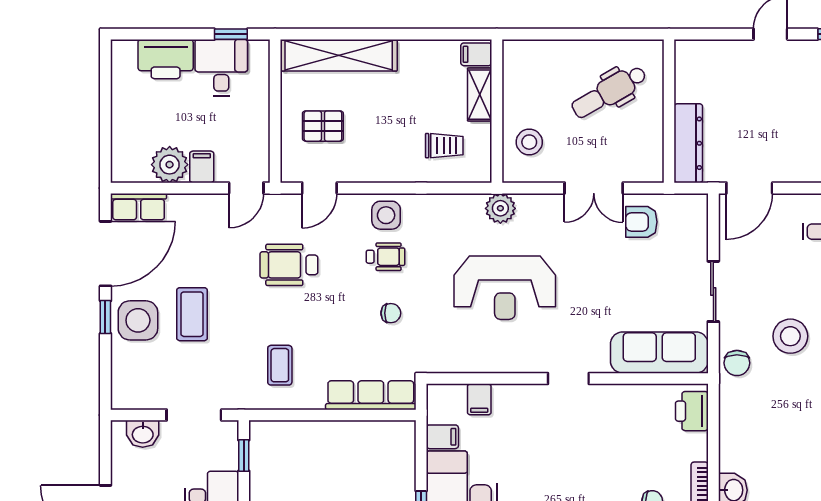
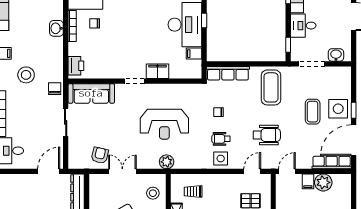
row of seats: (139, 207) -> (332, 163), width x1.48
armchair: (641, 222) -> (100, 155), turned -77
reception desk: (505, 288) -> (164, 124), turned 180
stool: (790, 336) -> (26, 75), moved
coffee table: (280, 365) -> (271, 87), width x1.86, depth x1.72
filing cabinet: (479, 399) -> (157, 71), moved, width x2.00

